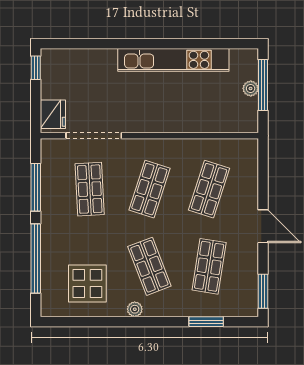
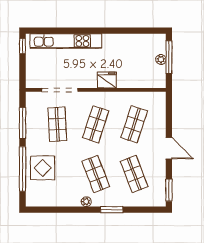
kitchen unit: (173, 60) -> (66, 41), moved
fridge: (53, 114) -> (107, 80), moved, turned -90
shop shelf: (209, 266) -> (134, 174), turned -30
display table: (87, 283) -> (43, 168), moved
window: (206, 322) -> (112, 210), moved

